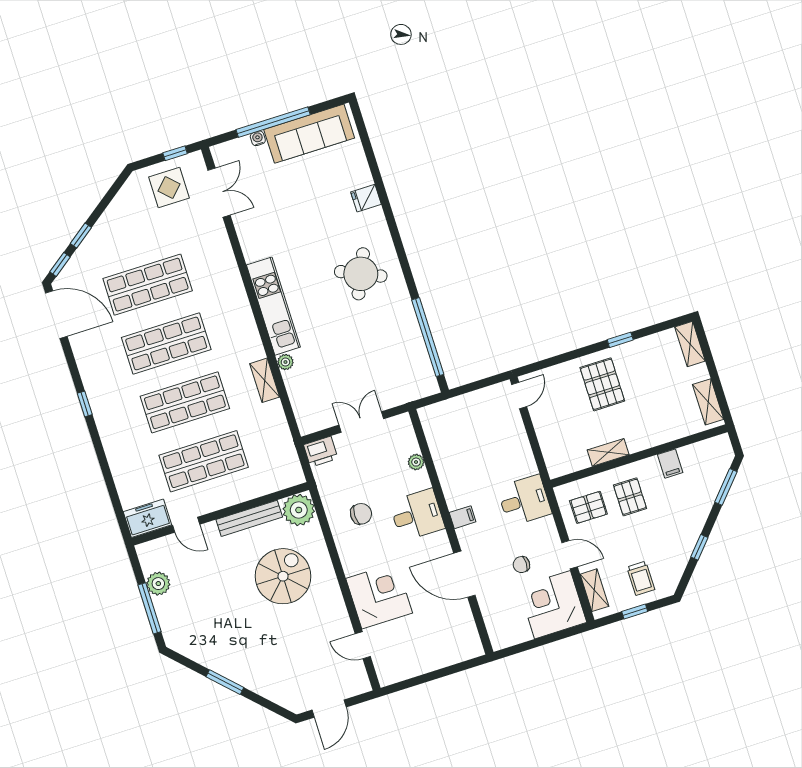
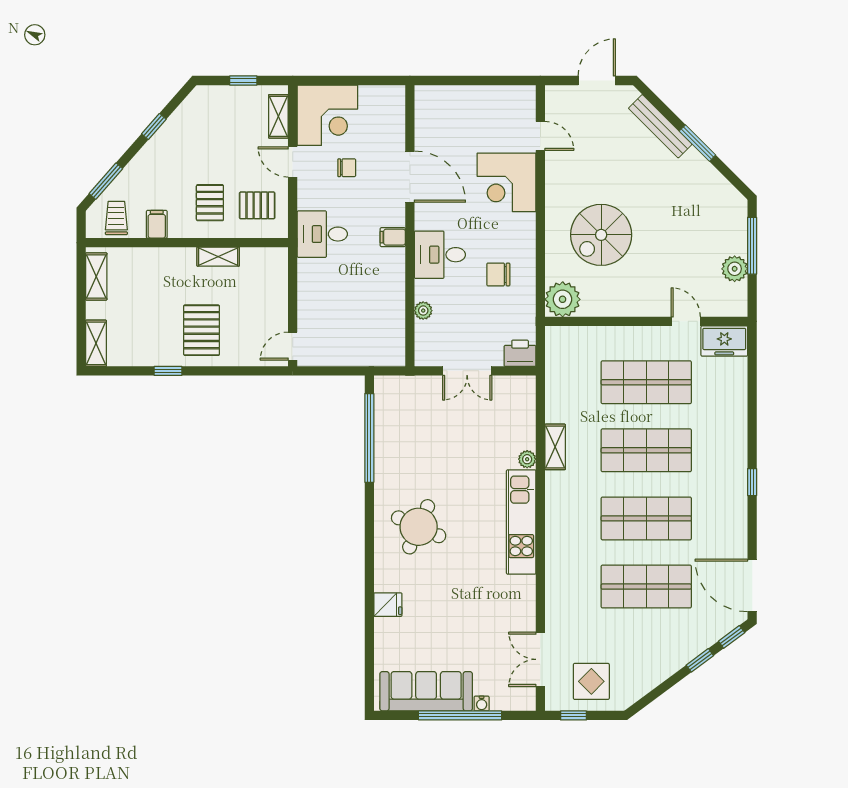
bench: (249, 518) -> (660, 126), moved, turned 45
trolley: (641, 578) -> (116, 218), moved

